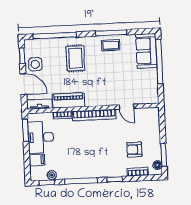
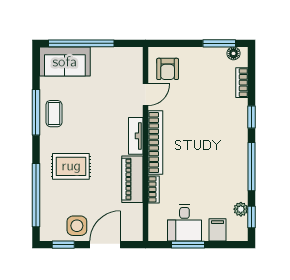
tv unit: (39, 104) -> (136, 136), moved
window: (26, 130) -> (188, 245), moved
desk: (41, 137) -> (184, 223), width x0.73
armchair: (134, 150) -> (168, 69), moved

